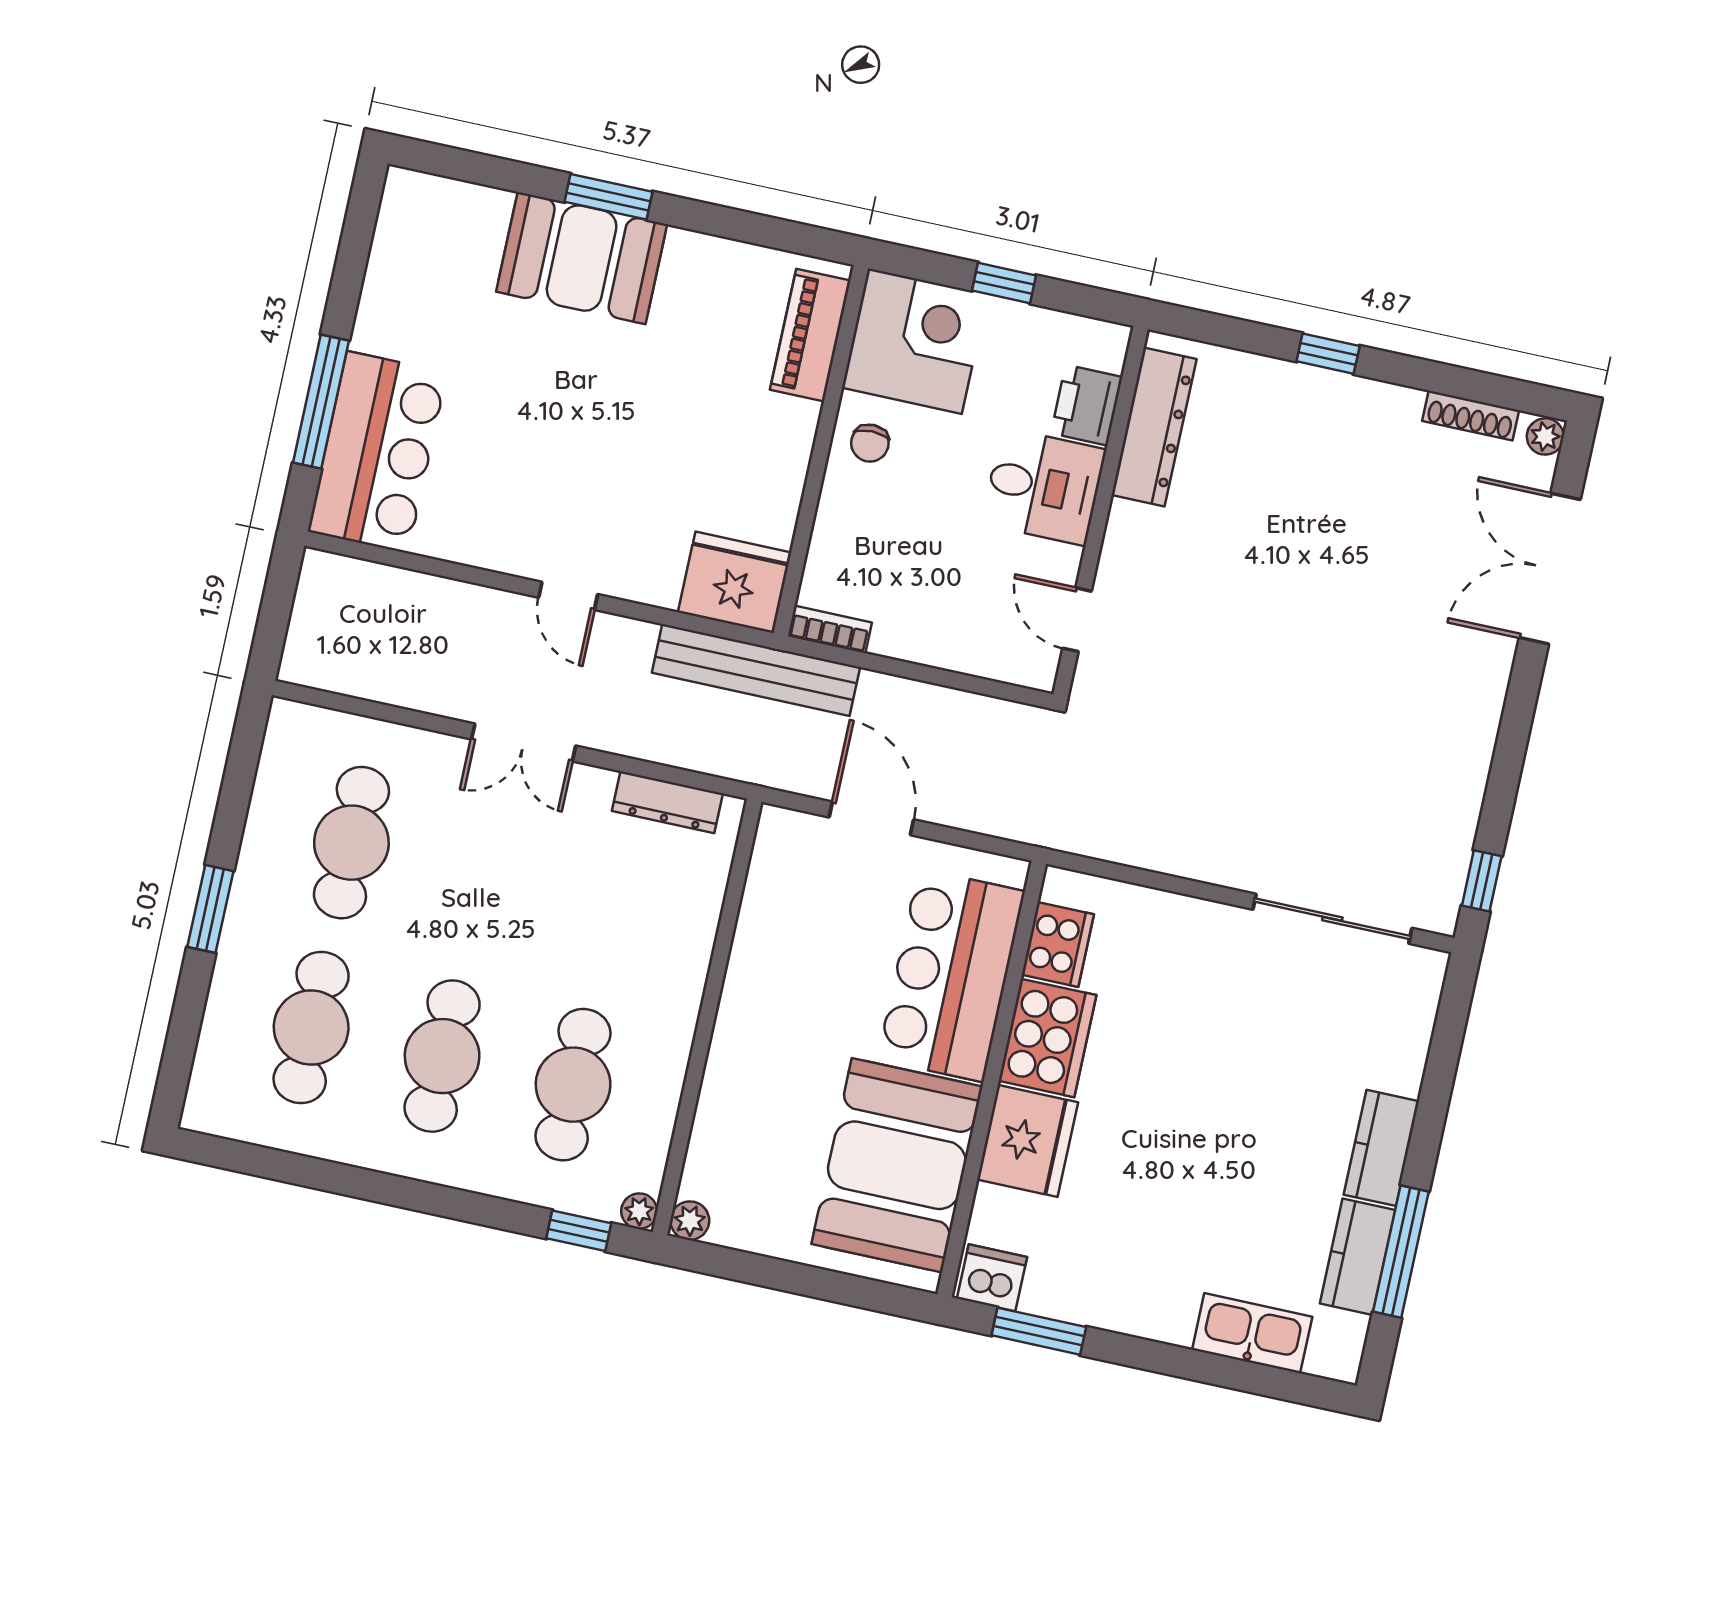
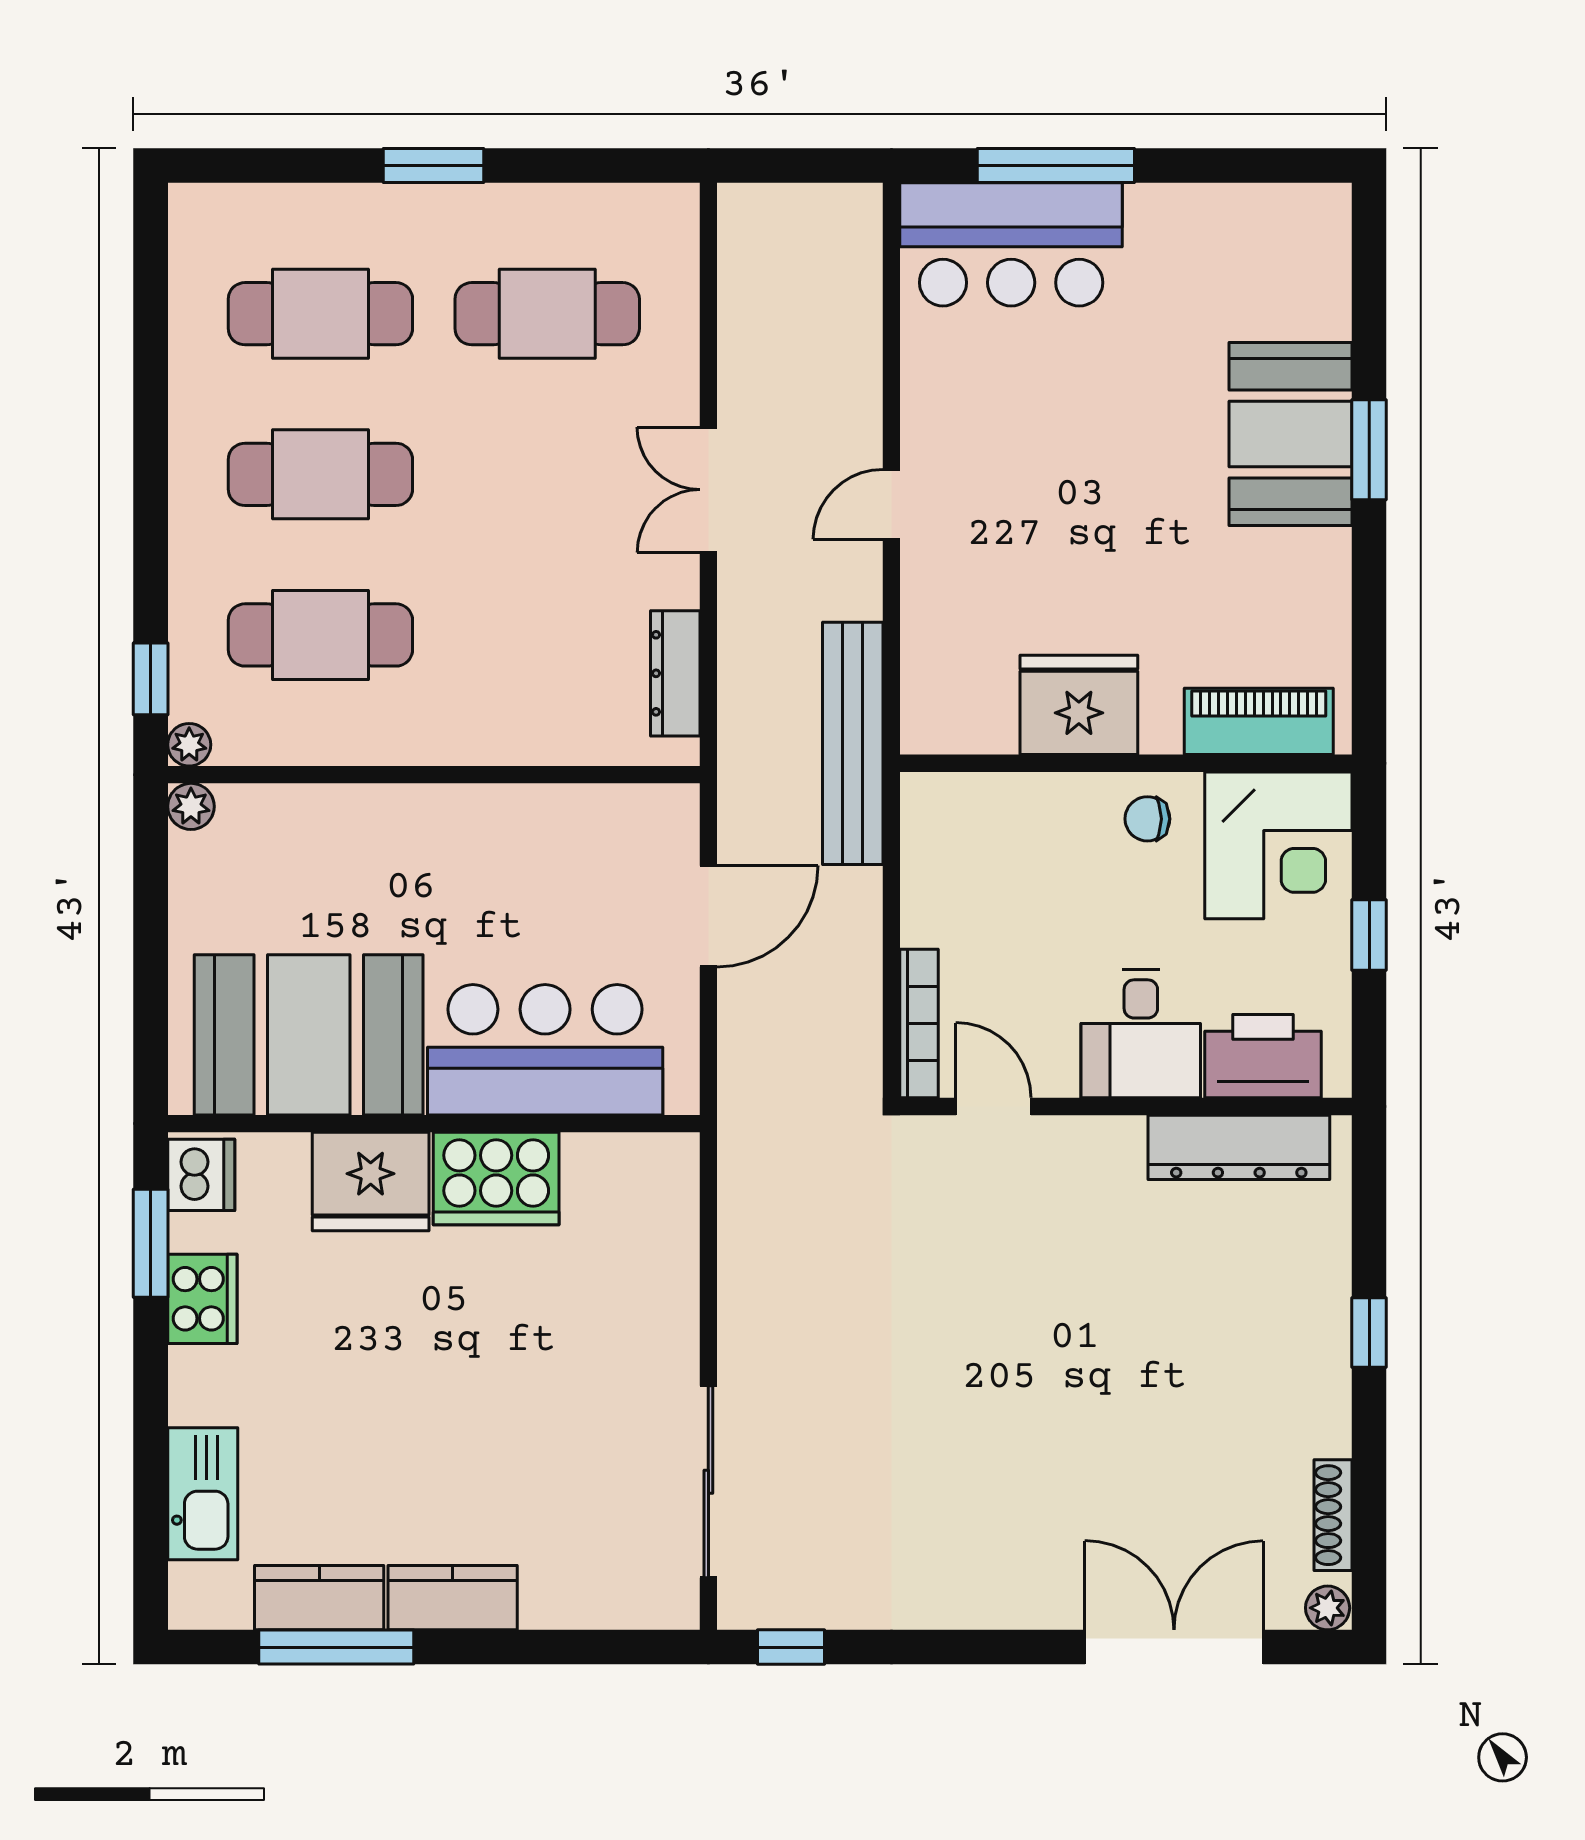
printer: (1087, 405) -> (1263, 1056), width x1.37, depth x1.19
fridge: (735, 582) -> (1079, 705), moved, turned -90
door: (1077, 620) -> (994, 1106), hinge flipped
bookcase: (830, 629) -> (919, 1024), moved, width x1.56
cooker: (1058, 944) -> (202, 1299), moved, turned -90

